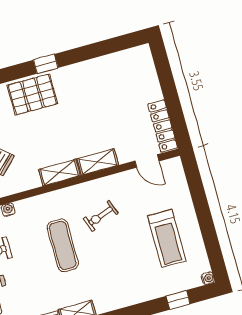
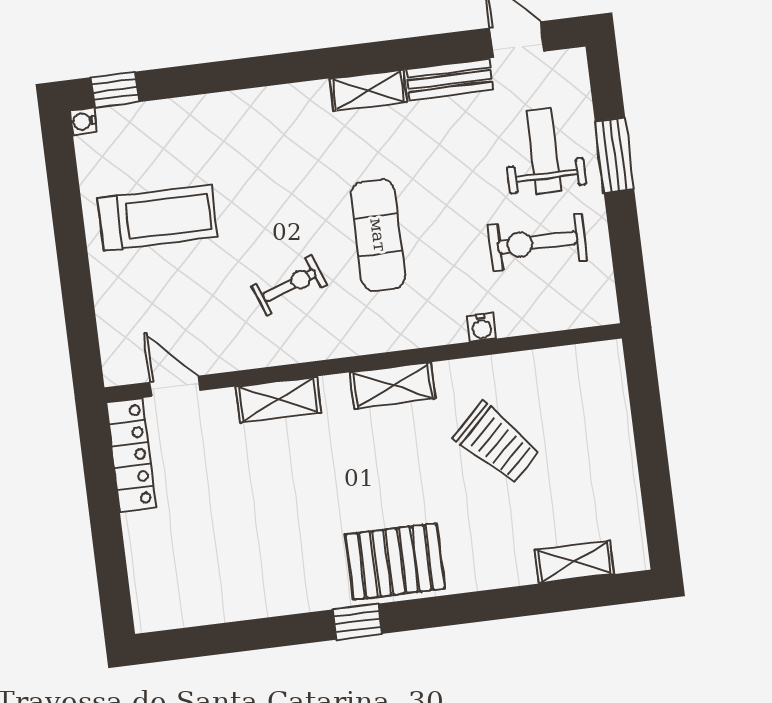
shelving: (59, 173) -> (393, 385), moved
treadmill: (167, 238) -> (157, 218), turned 90
window: (178, 300) -> (115, 90), moved

